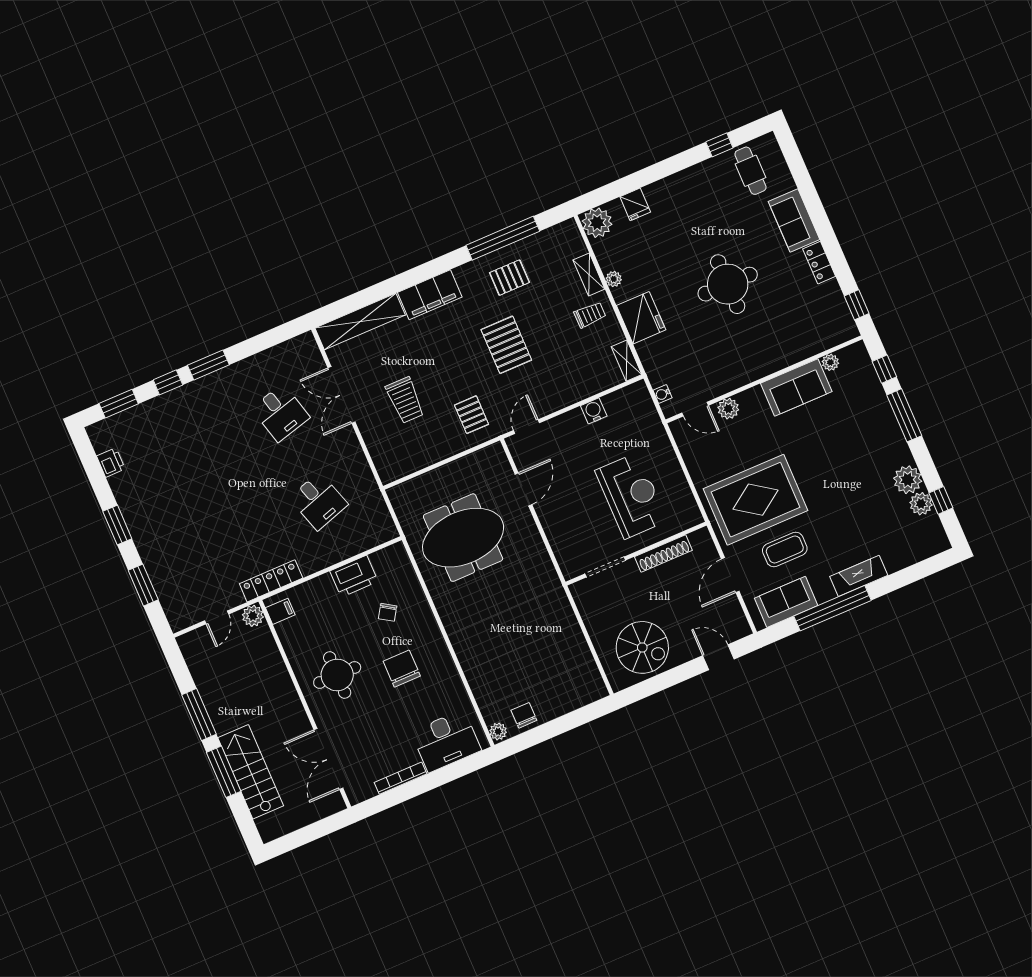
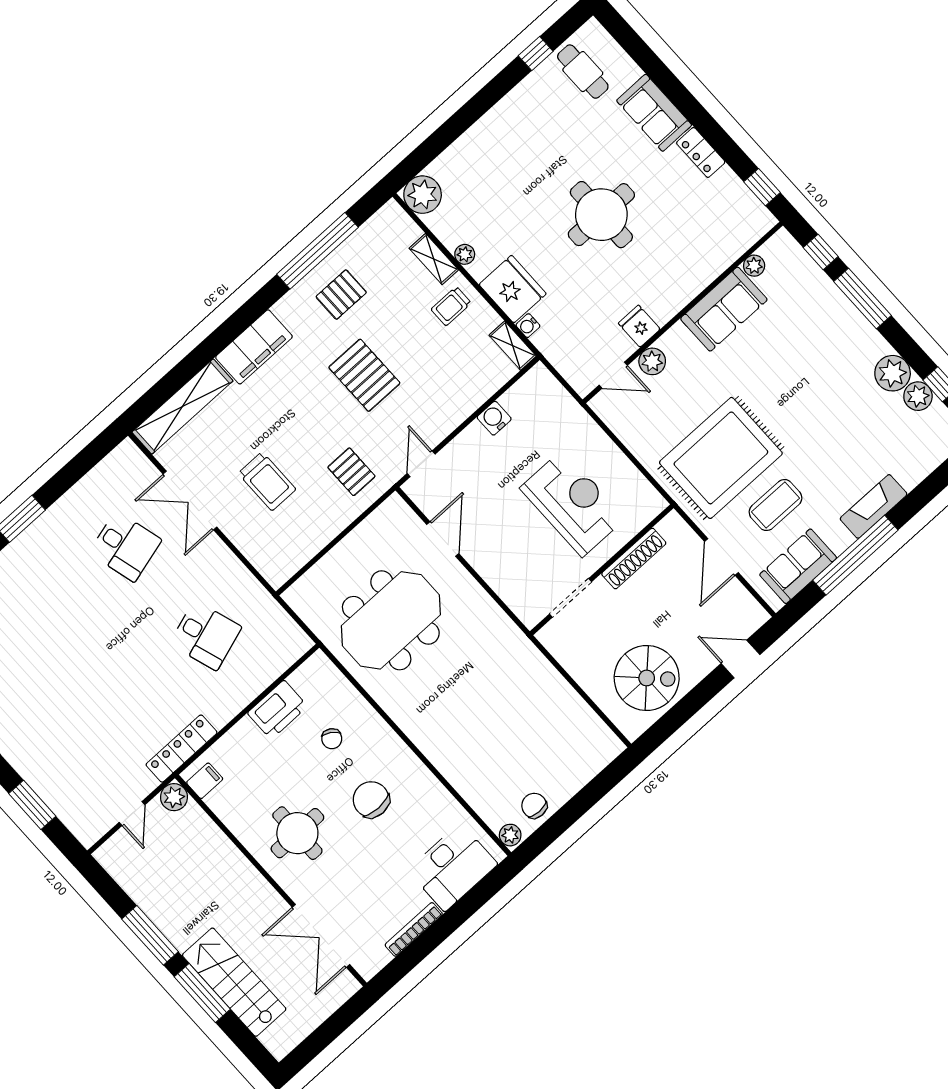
fridge: (635, 204) -> (639, 326), moved, turned 180
trolley: (590, 315) -> (451, 306), turned 180
water cooler: (662, 394) -> (528, 326), moved

